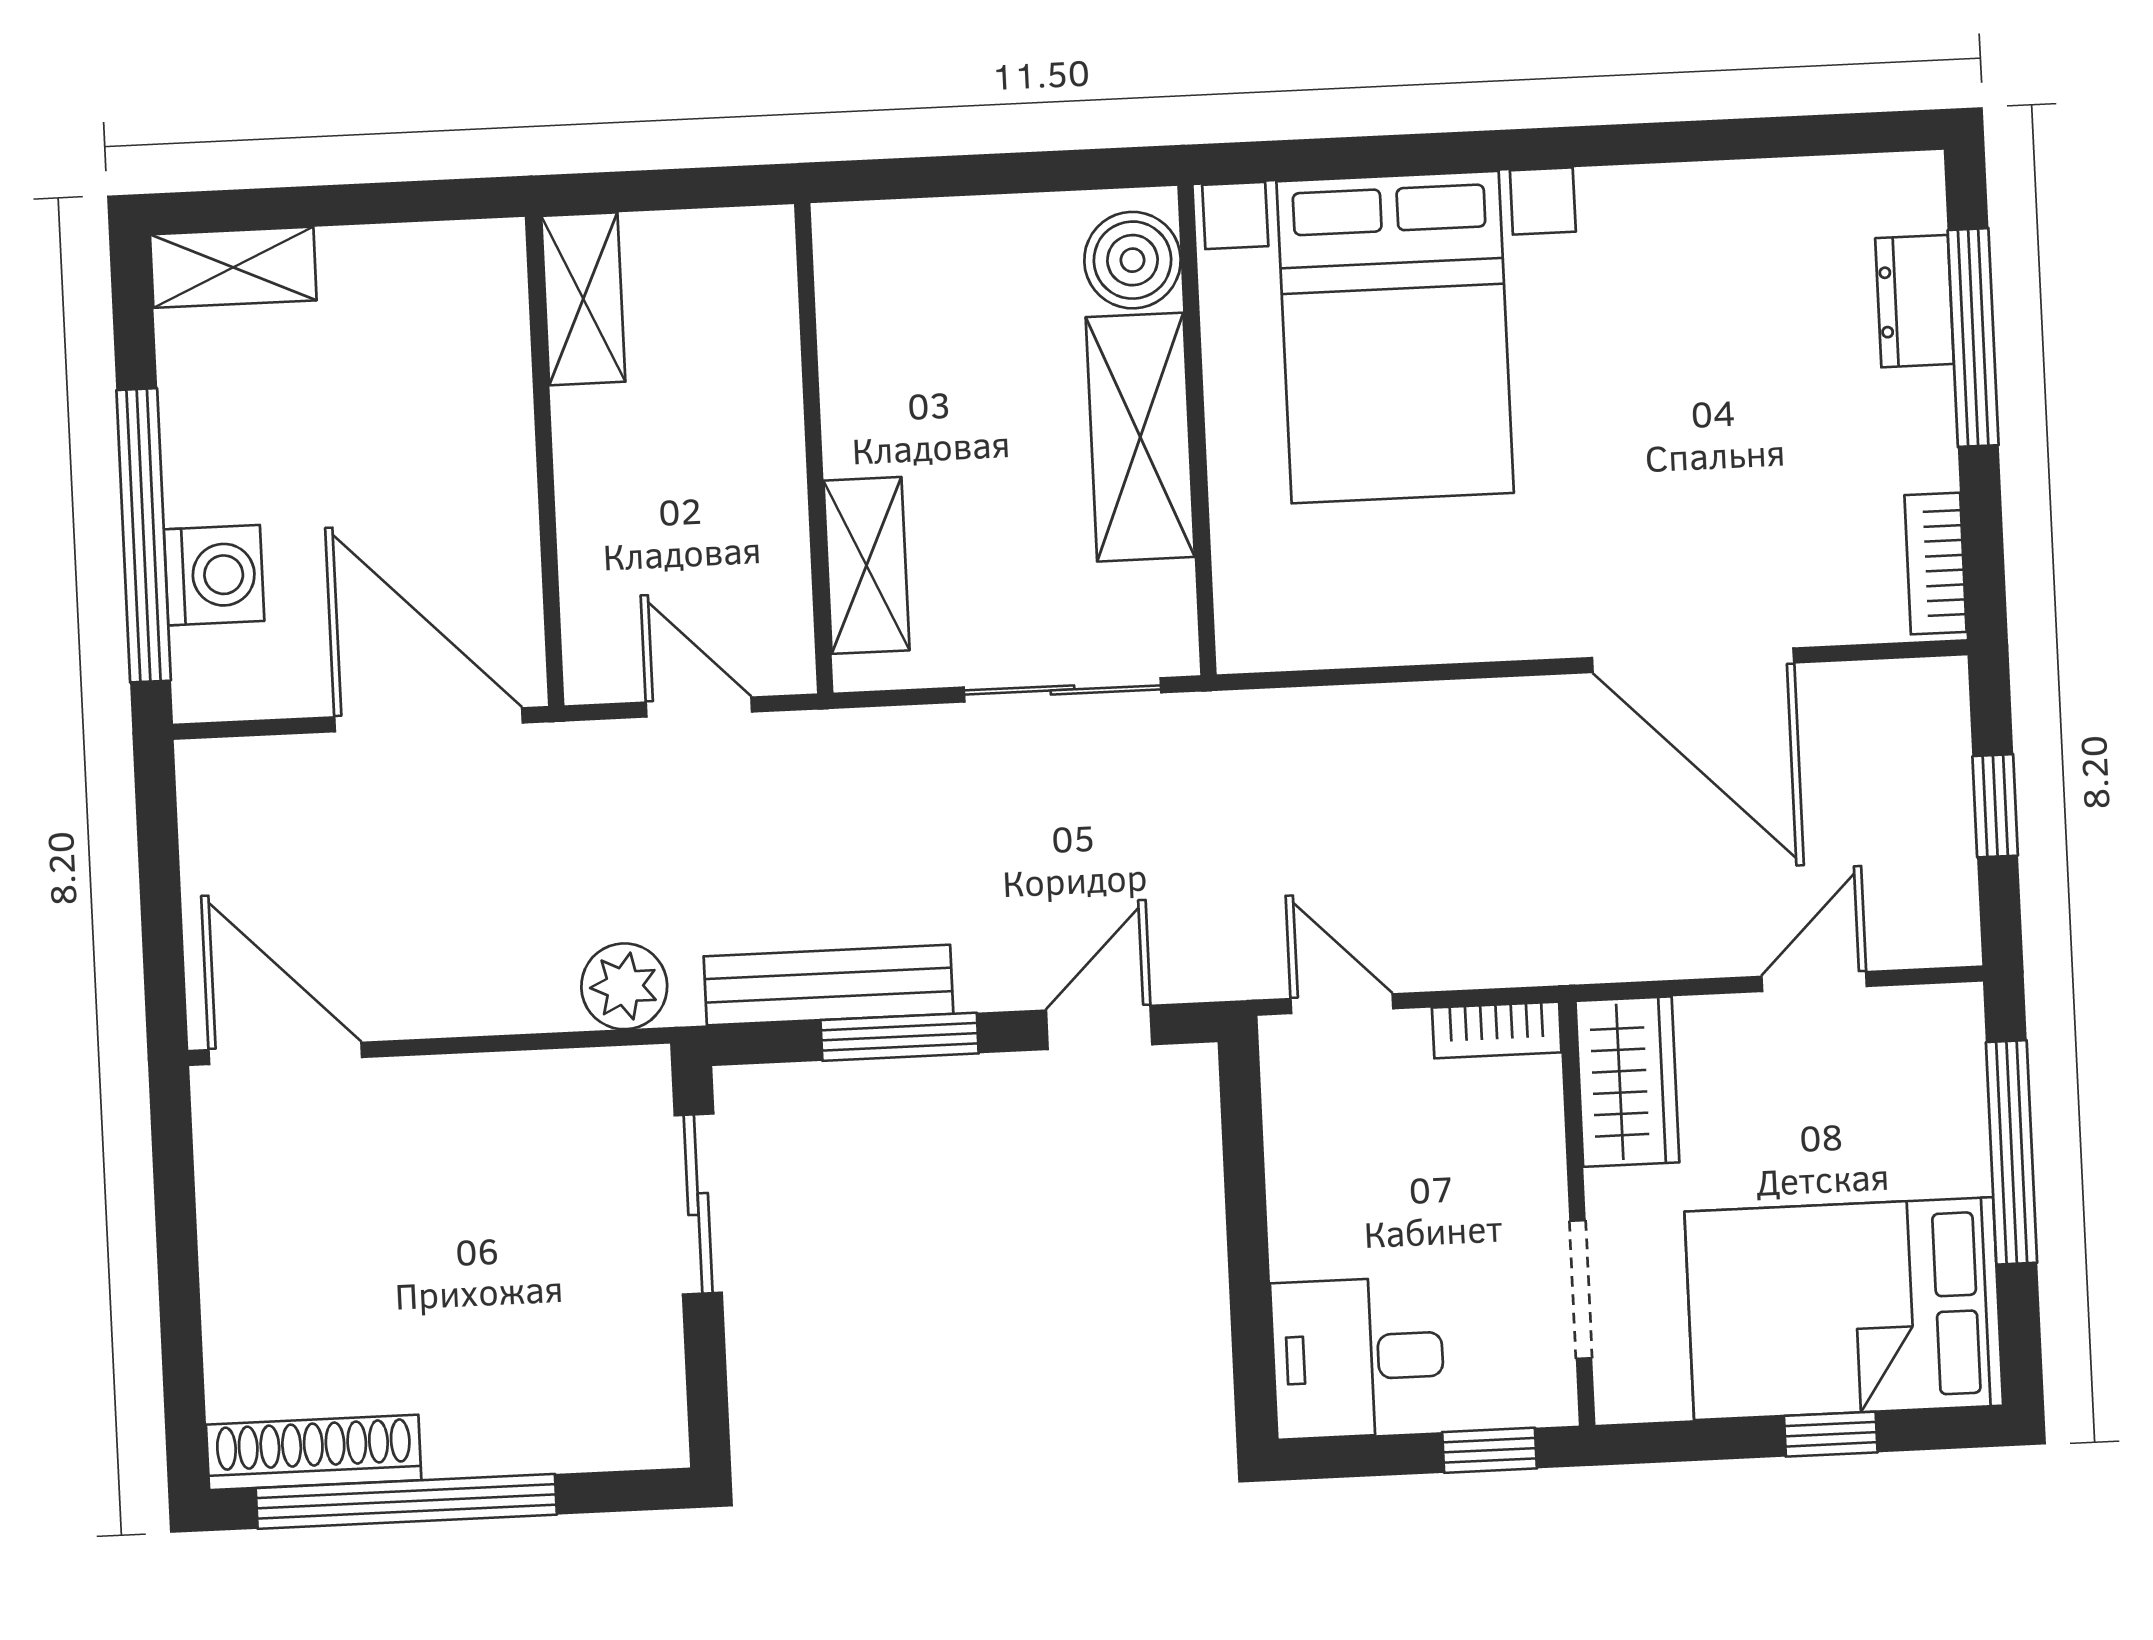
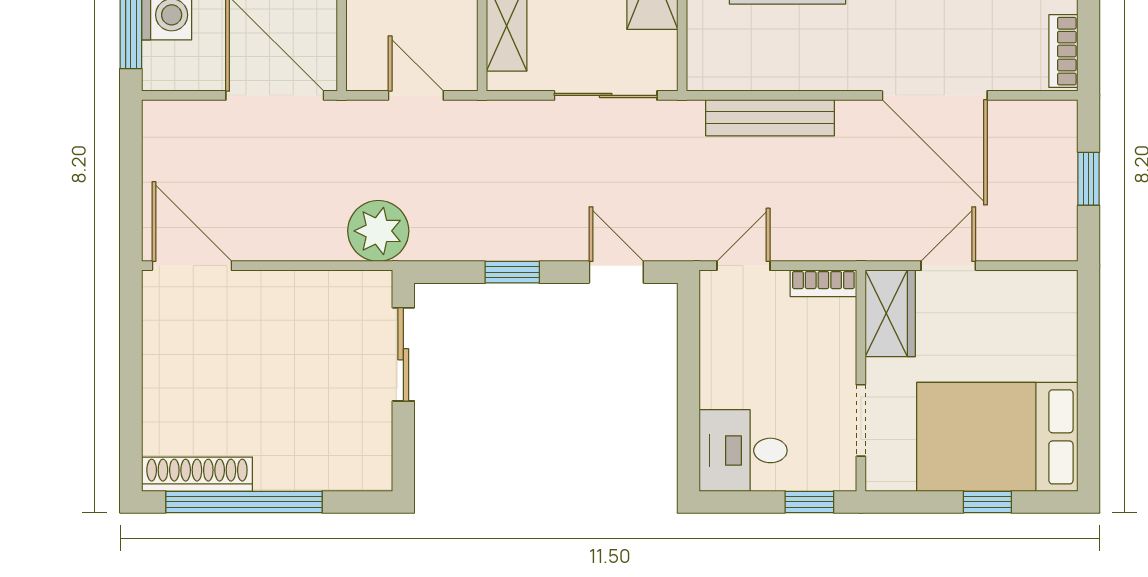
door: (1814, 981) -> (948, 266), moved
bench: (829, 985) -> (770, 118), moved
plant: (624, 986) -> (378, 231), width x1.36, depth x1.36
door: (1342, 1004) -> (743, 266), hinge flipped
door: (1099, 1027) -> (616, 272), hinge flipped
window: (900, 1037) -> (512, 272), width x0.67
window: (2012, 1152) -> (1089, 360), removed

